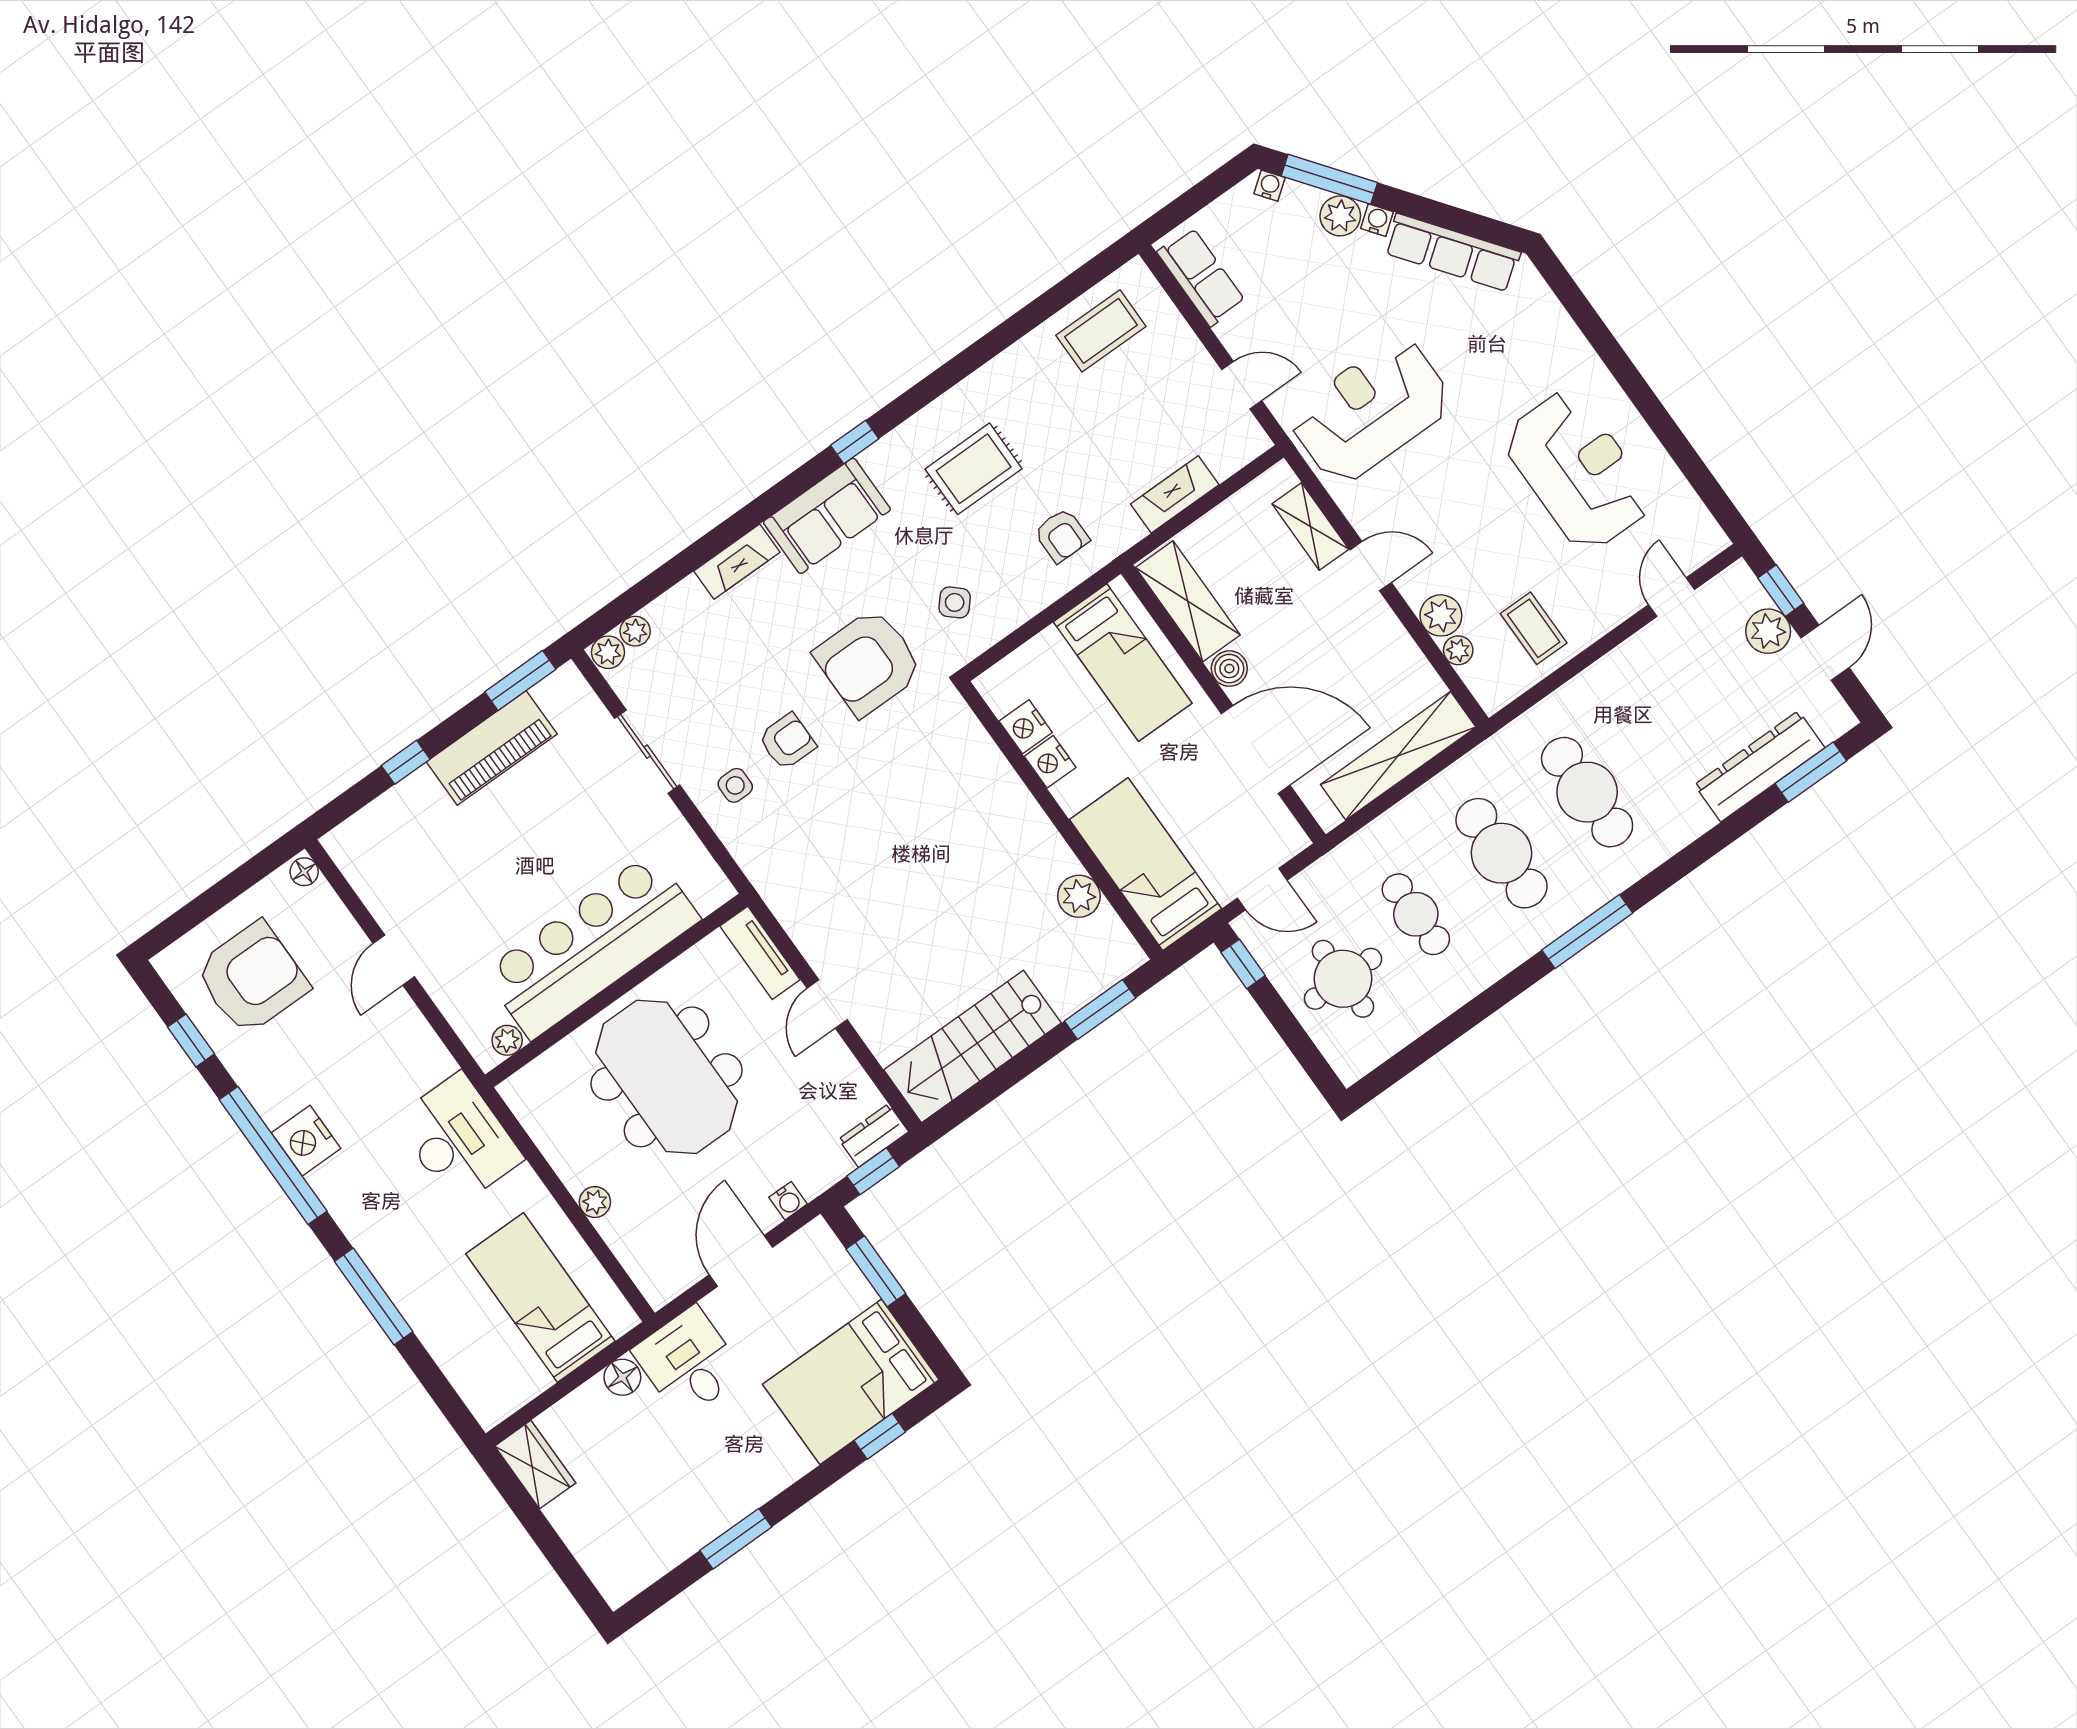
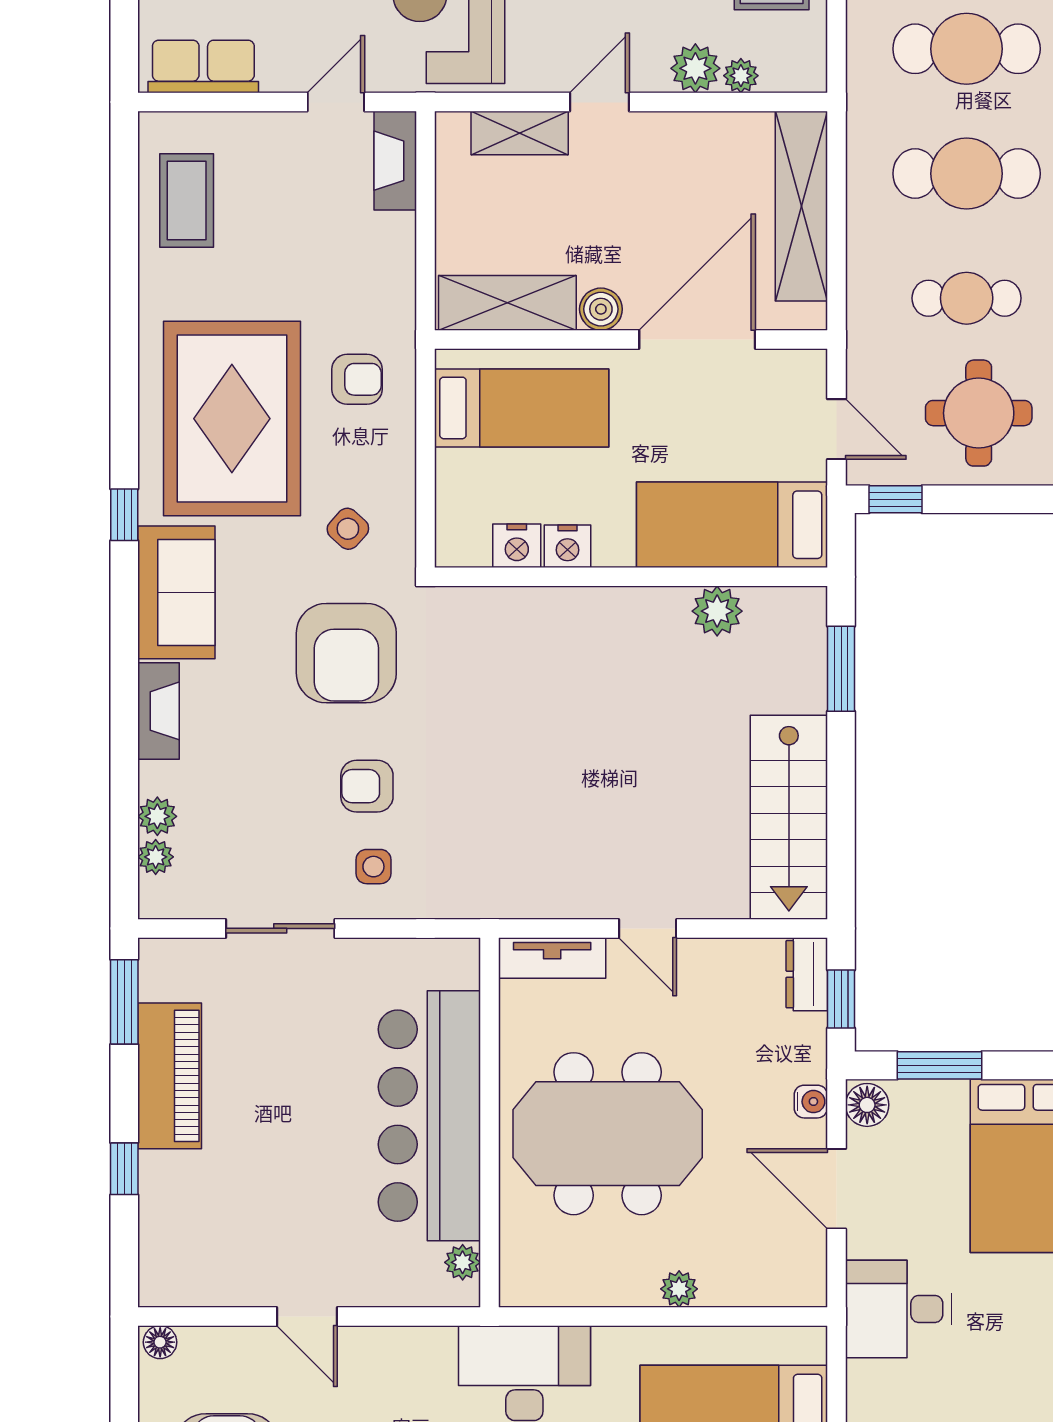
rug: (974, 469) -> (232, 419), width x1.86, depth x2.06
fireplace: (1175, 494) -> (395, 161), moved
plant: (608, 652) -> (157, 816), moved
armchair: (787, 741) -> (367, 786), turned -90
door: (1262, 889) -> (836, 429), hinge flipped
floor lamp: (622, 1377) -> (867, 1105), moved

